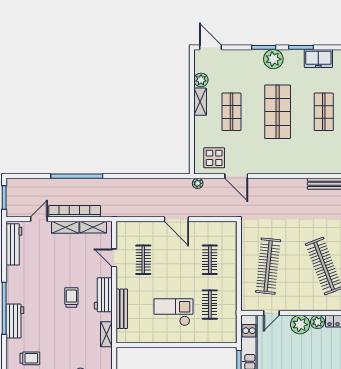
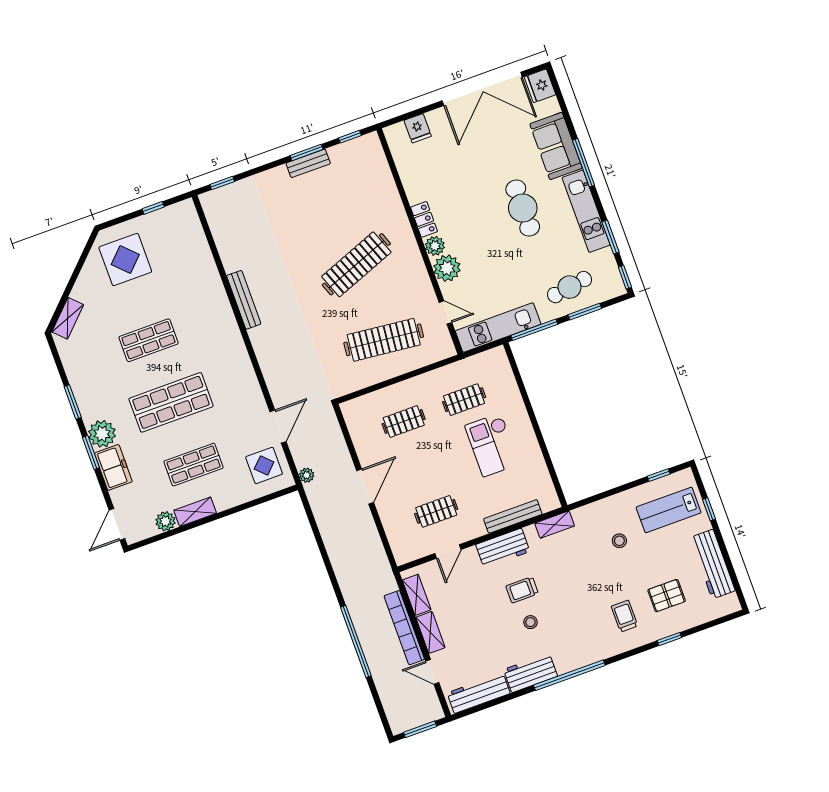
freezer: (318, 58) -> (113, 467), moved
stool: (48, 295) -> (530, 622), added
workbench: (15, 321) -> (531, 673), moved

